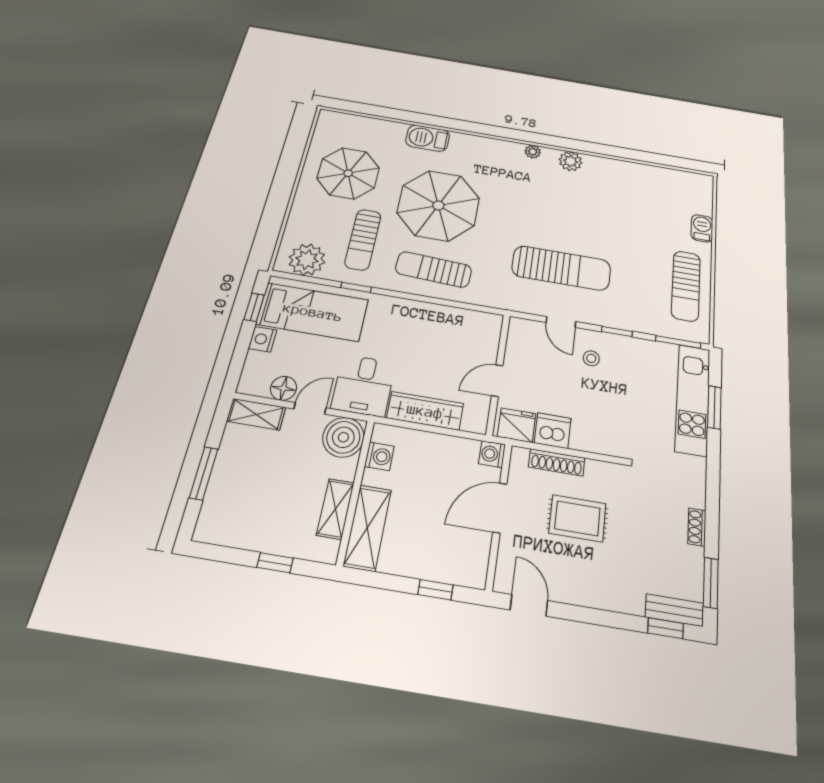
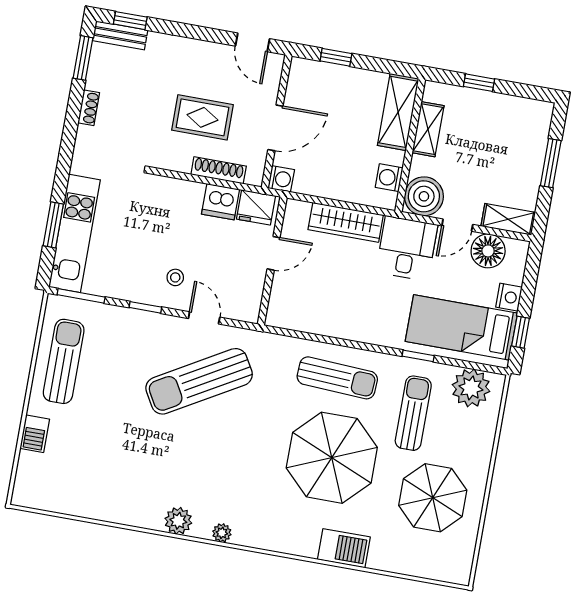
sun lounger: (561, 268) -> (199, 381), turned -30
floor lamp: (284, 388) -> (488, 251), width x1.38, depth x1.38

